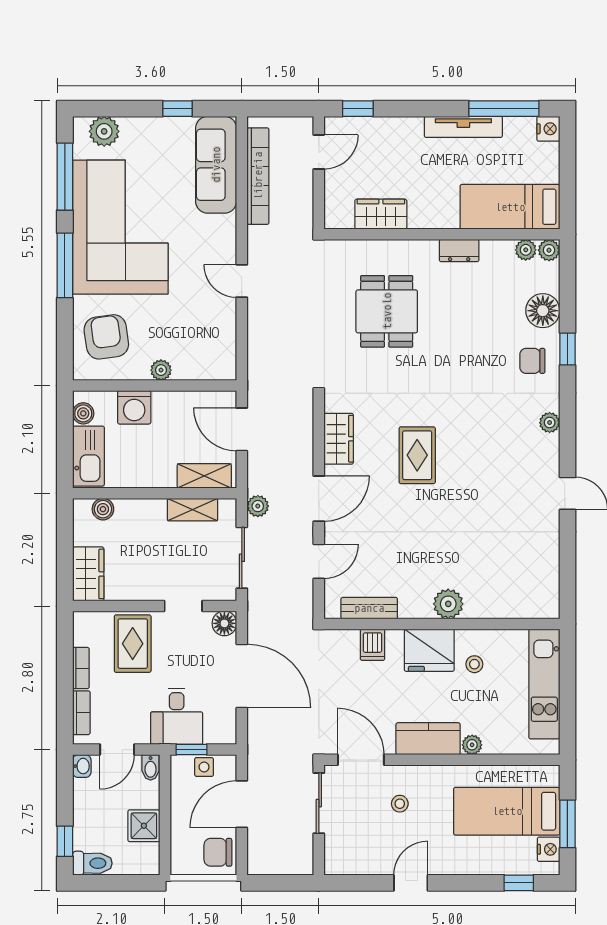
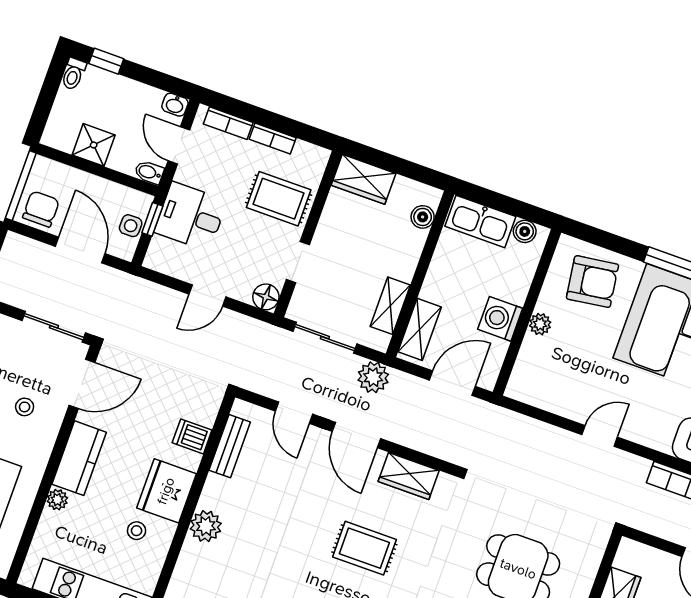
washing machine: (134, 407) -> (500, 319), moved
plant: (258, 506) -> (373, 377), width x1.38, depth x1.38
door: (242, 676) -> (207, 295), width x0.53
toilet: (92, 863) -> (73, 74), width x0.73, depth x0.72

